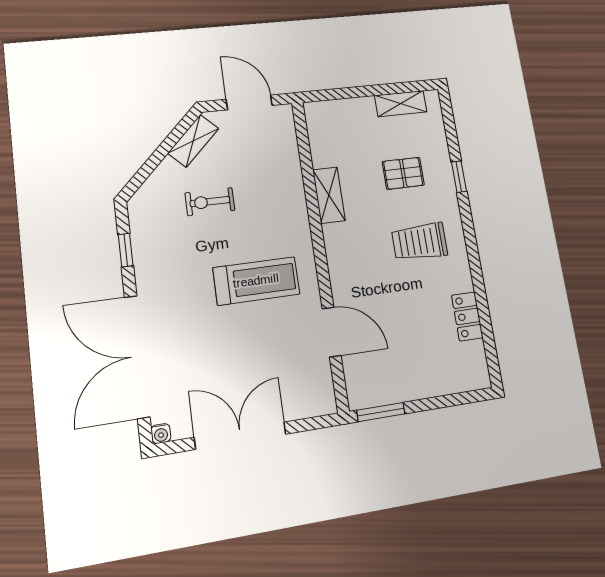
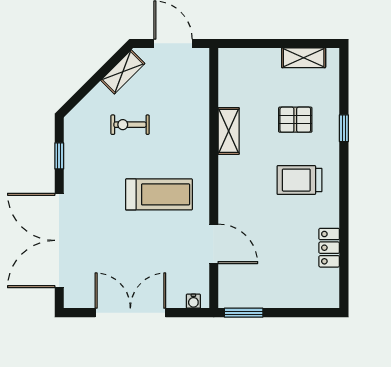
water cooler: (161, 434) -> (193, 301), moved

